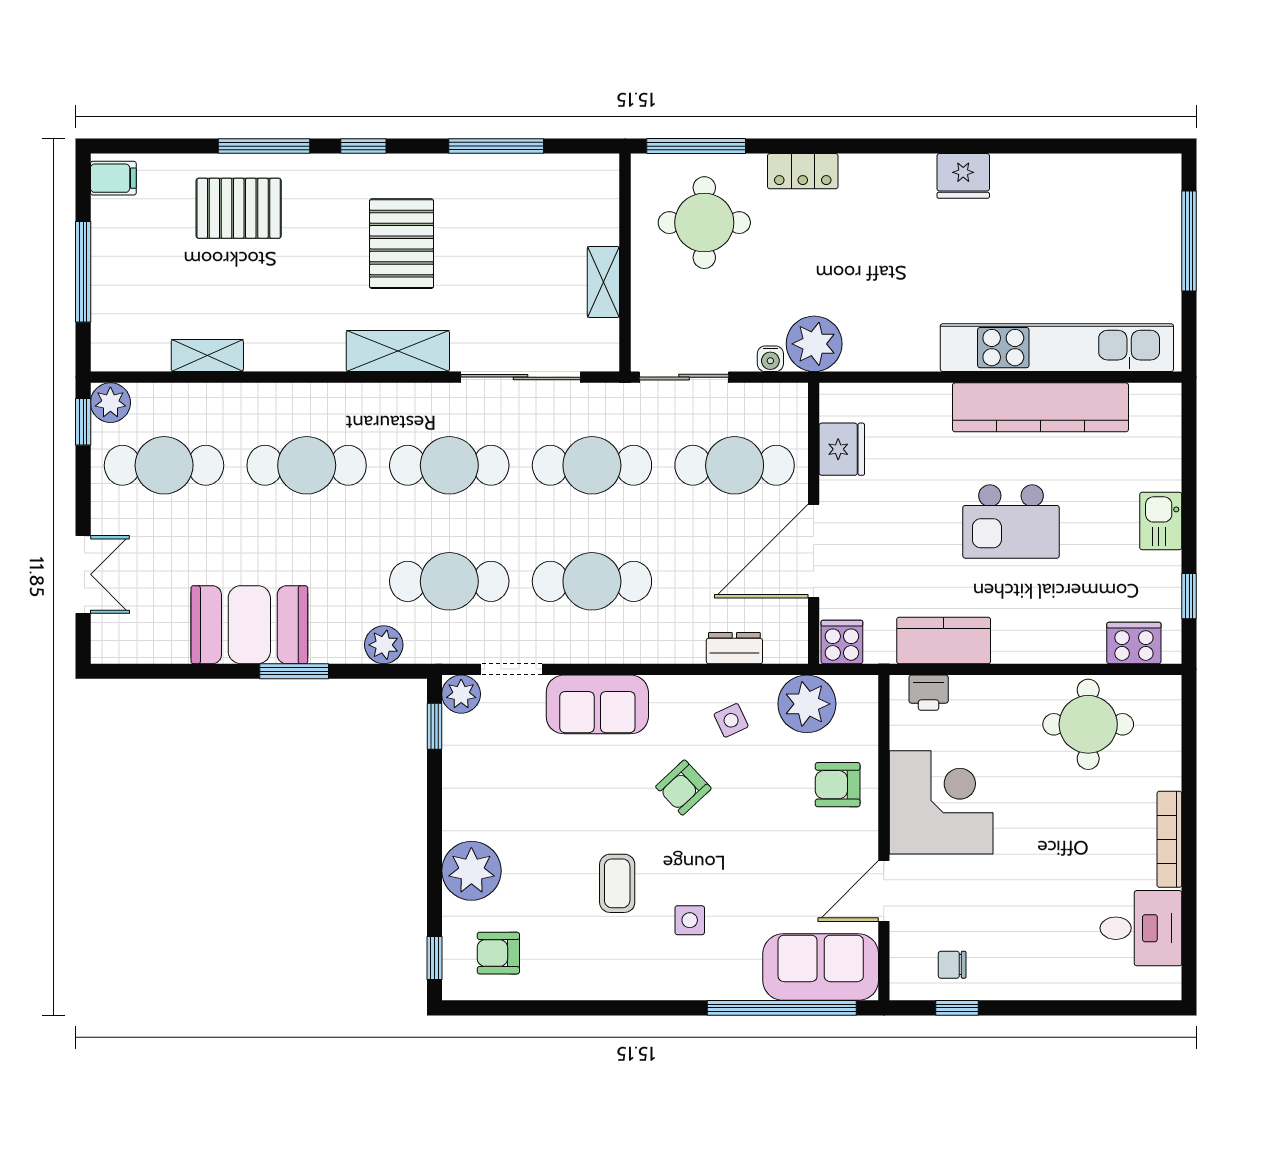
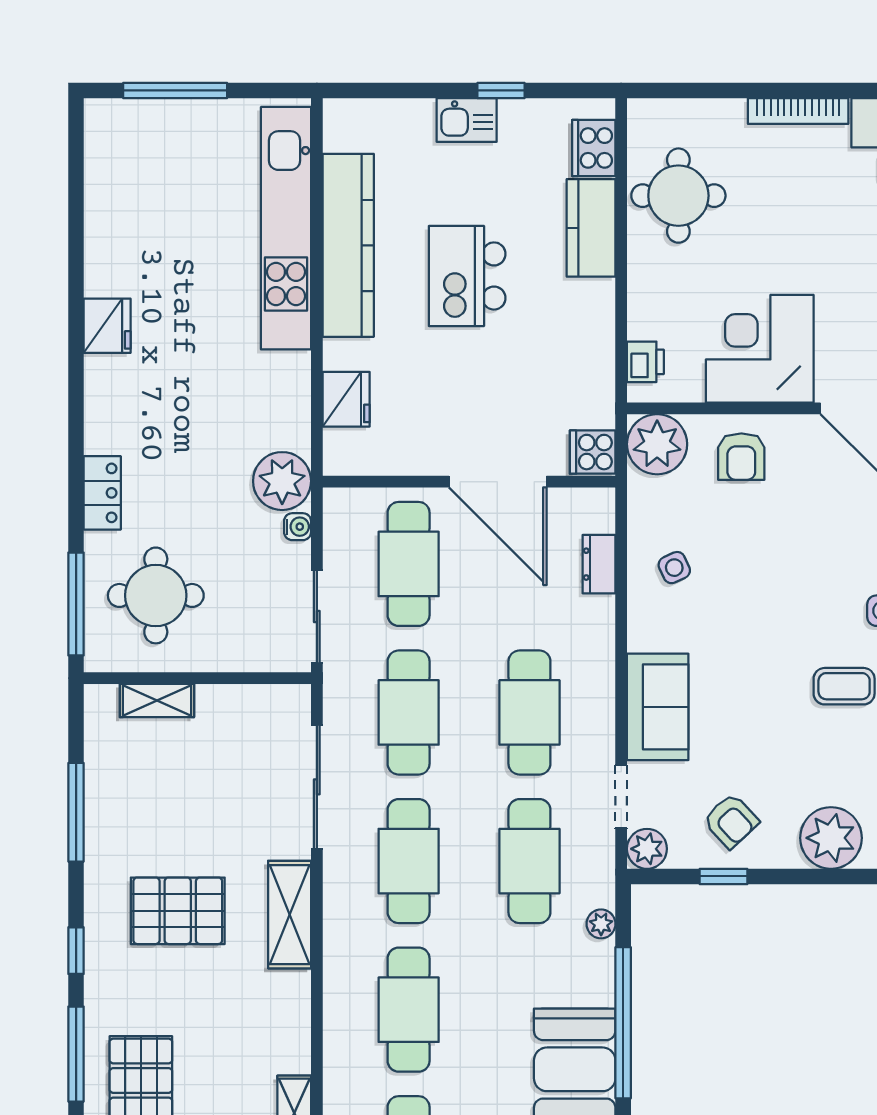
shelving: (603, 282) -> (157, 701), moved
fridge: (842, 449) -> (346, 399), moved, turned 90
kitchen island: (1011, 521) -> (467, 276), turned 180
window: (1189, 596) -> (501, 90), moved
kitchen counter: (944, 640) -> (591, 228), moved
plant: (384, 645) -> (601, 924), width x0.73, depth x0.73
window: (294, 671) -> (623, 1023), width x2.11
plant: (807, 704) -> (657, 444), moved
window: (435, 726) -> (723, 876), moved
armchair: (683, 787) -> (731, 821), moved

